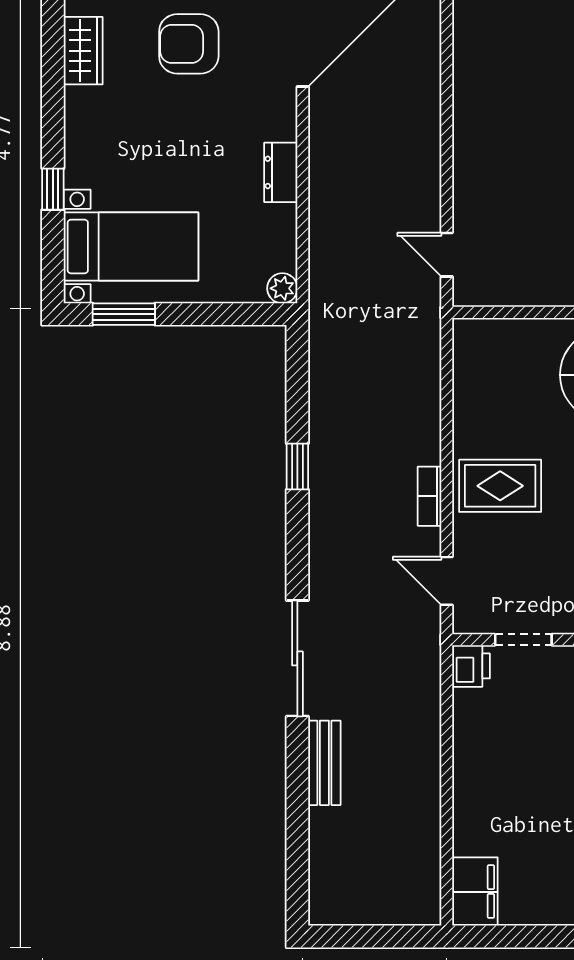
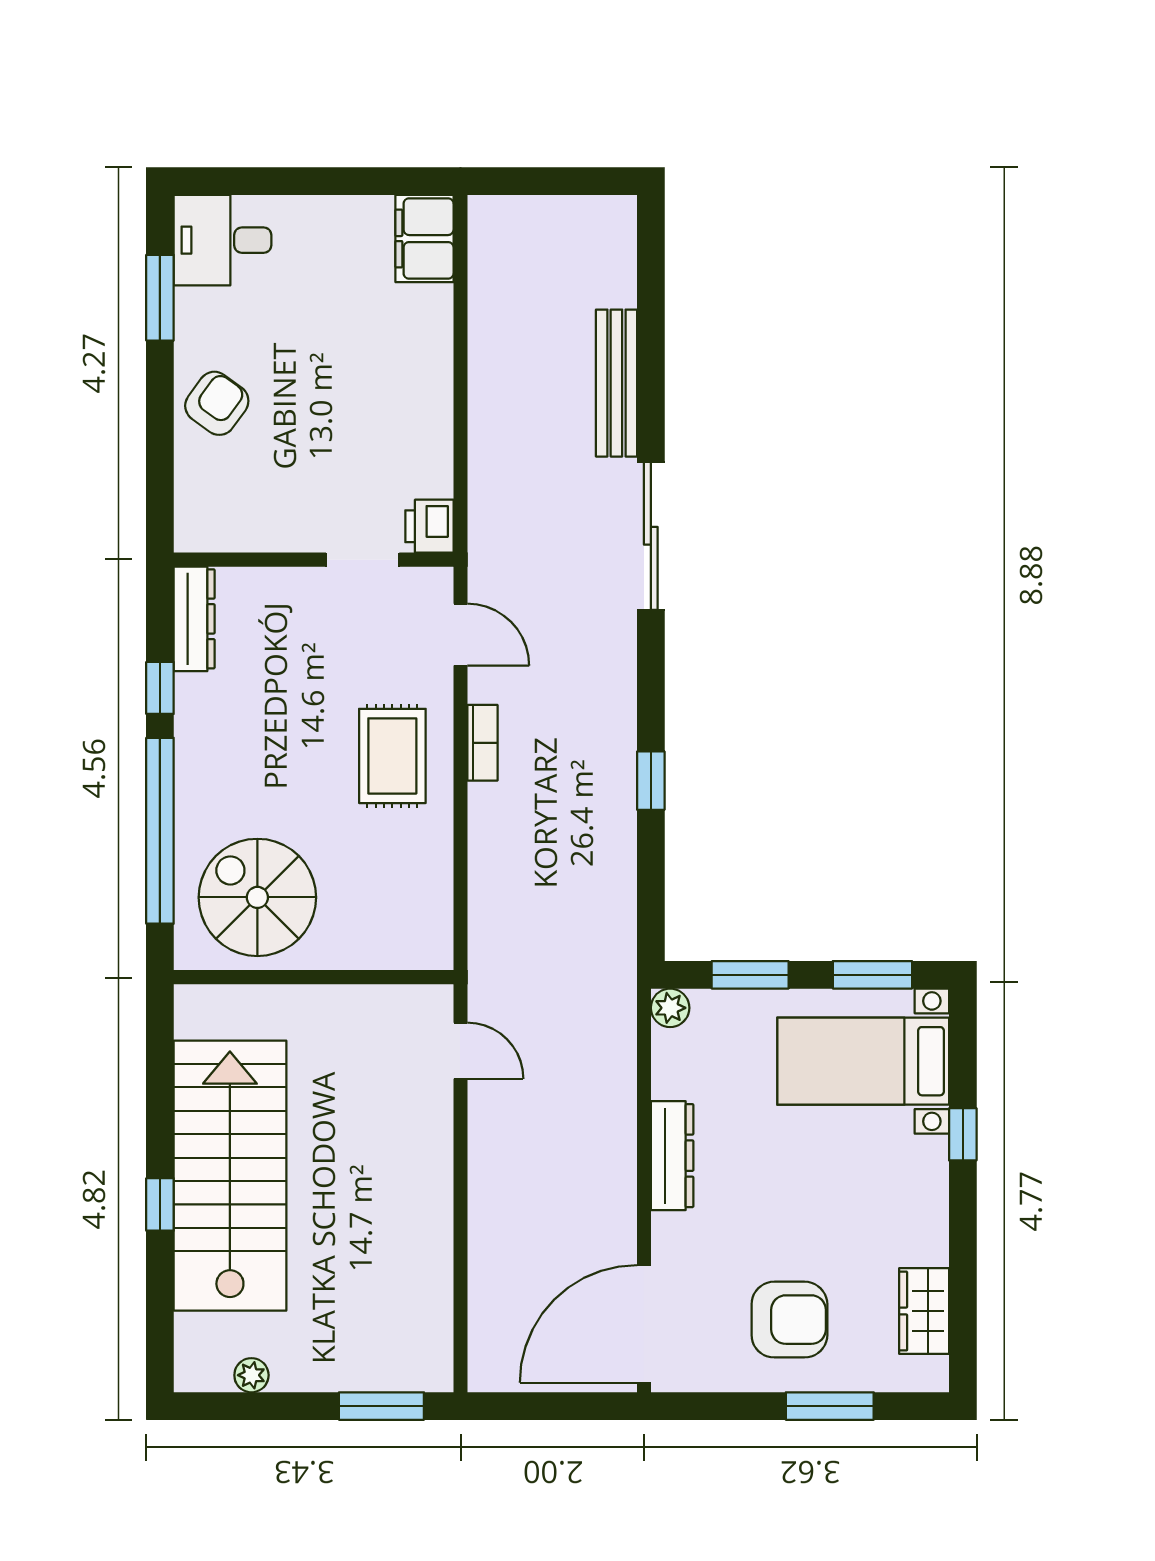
dresser: (281, 172) -> (672, 1156), width x1.44
window: (220, 314) -> (750, 975), added
rug: (500, 486) -> (392, 756), turned 90
bench: (324, 763) -> (616, 383), width x1.36

